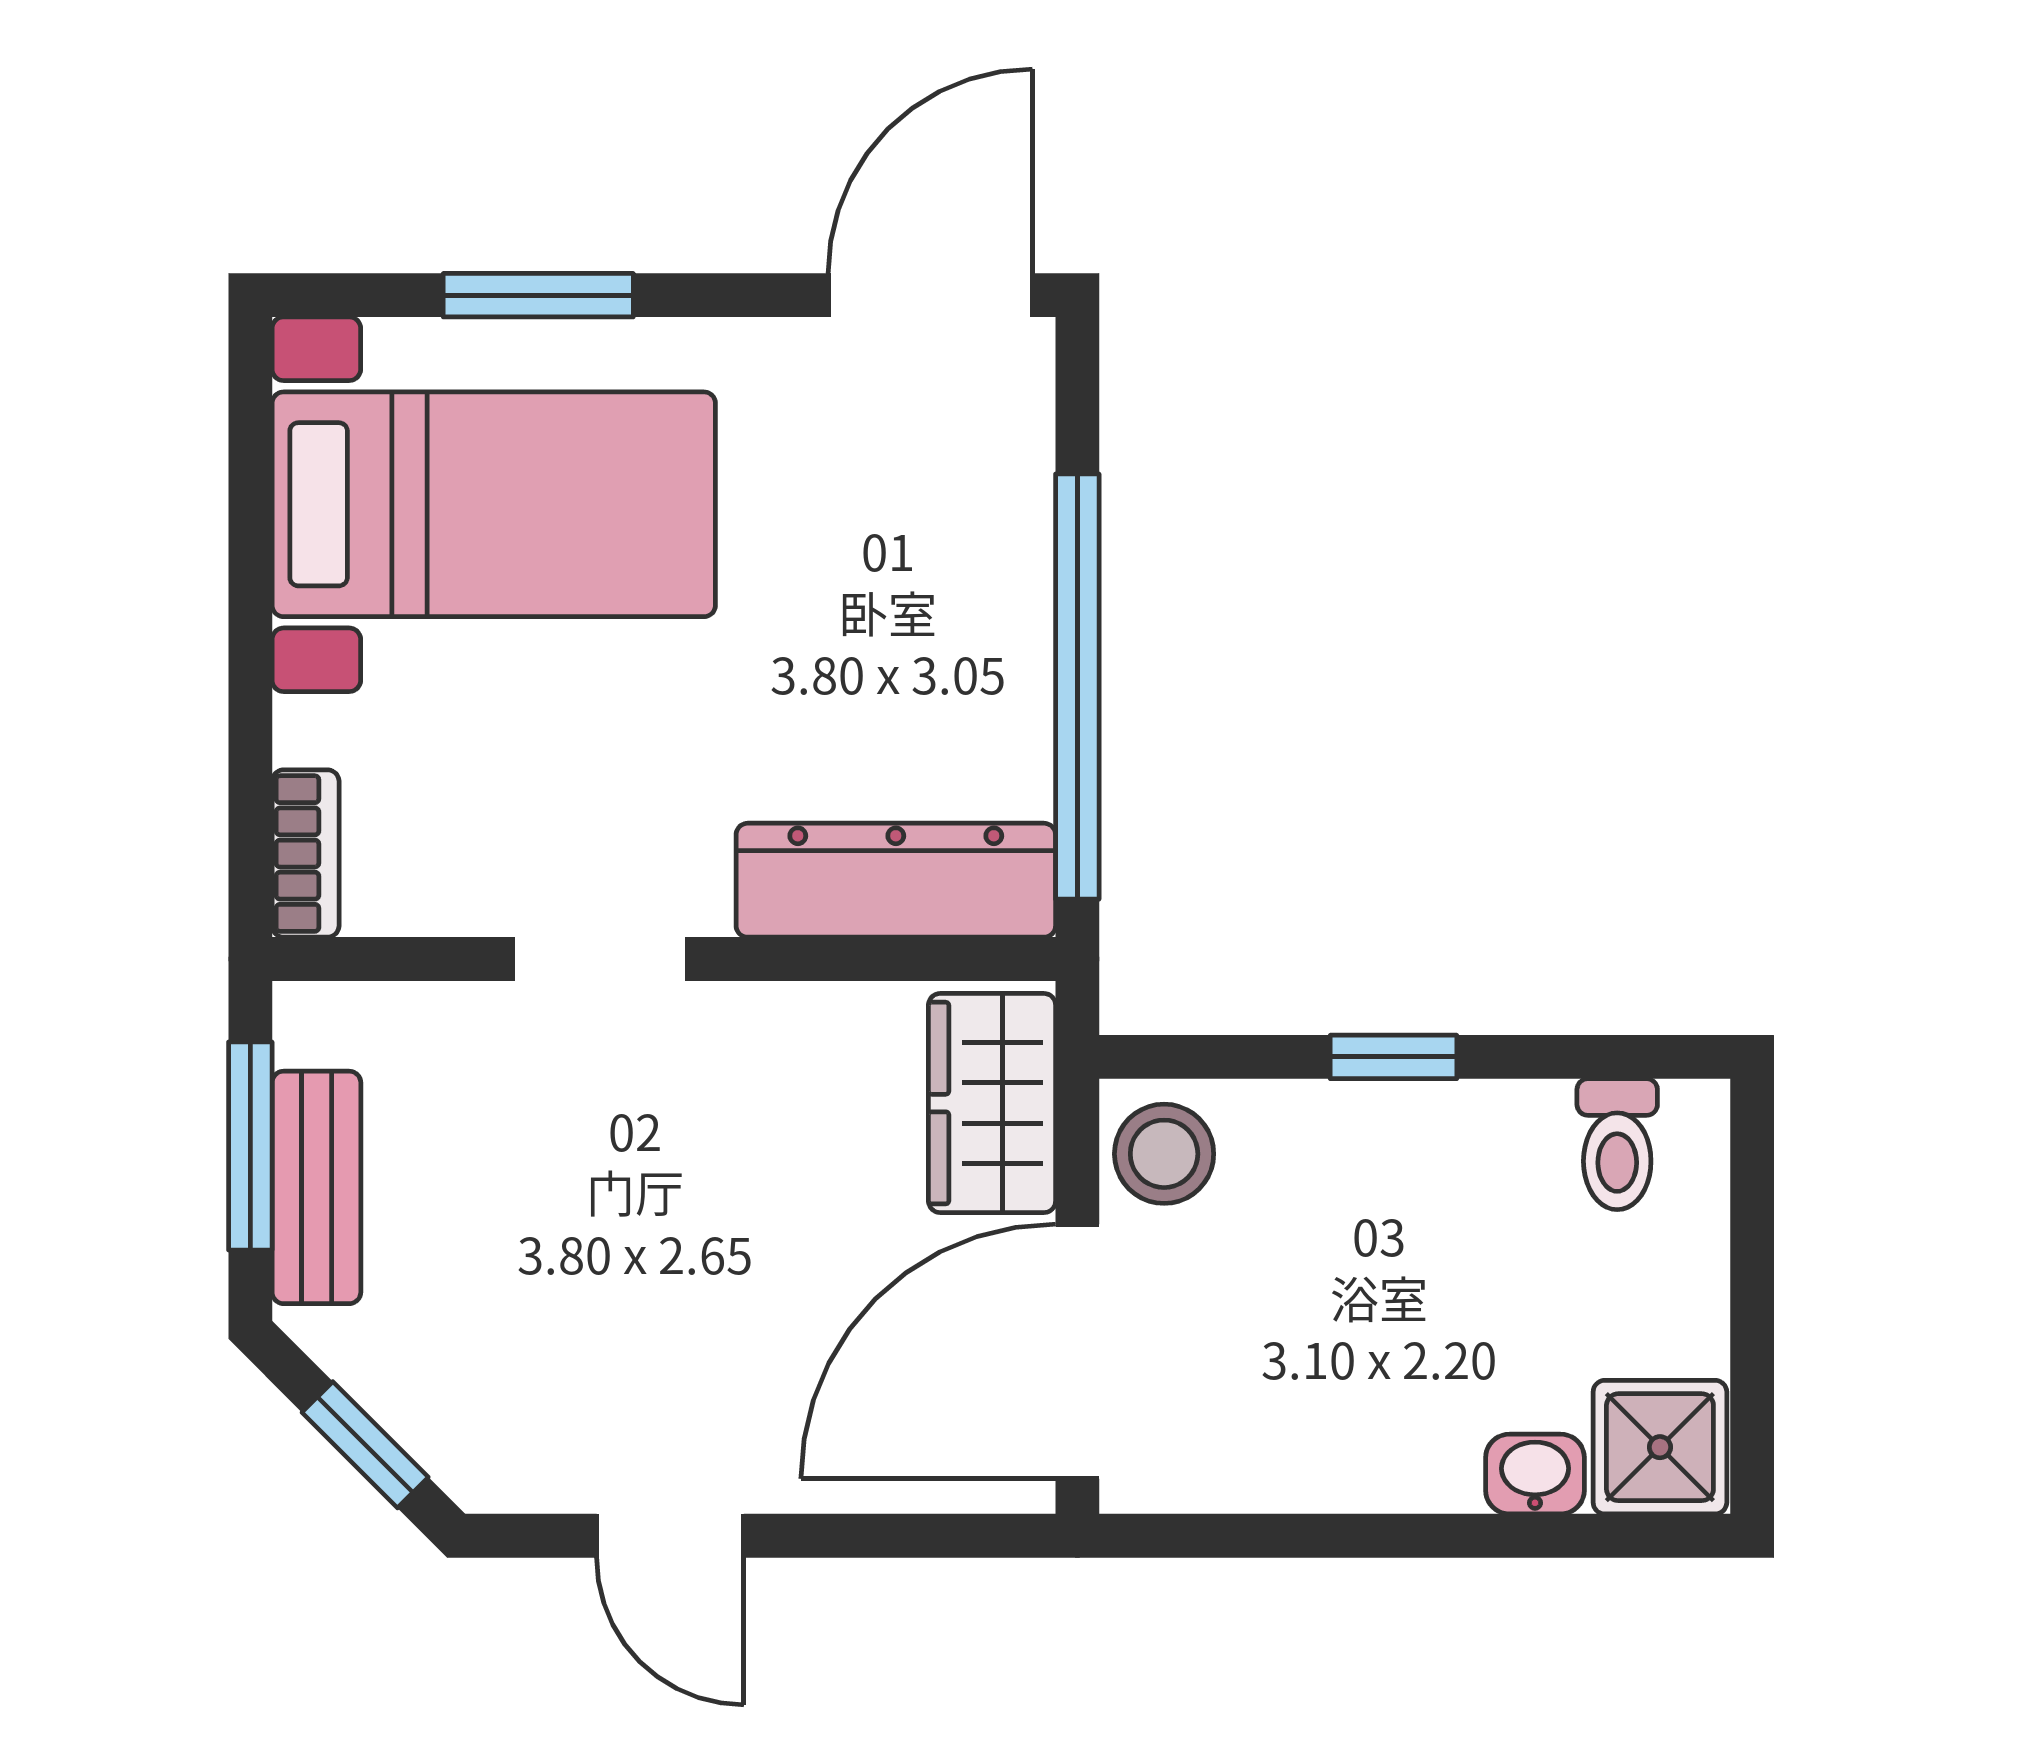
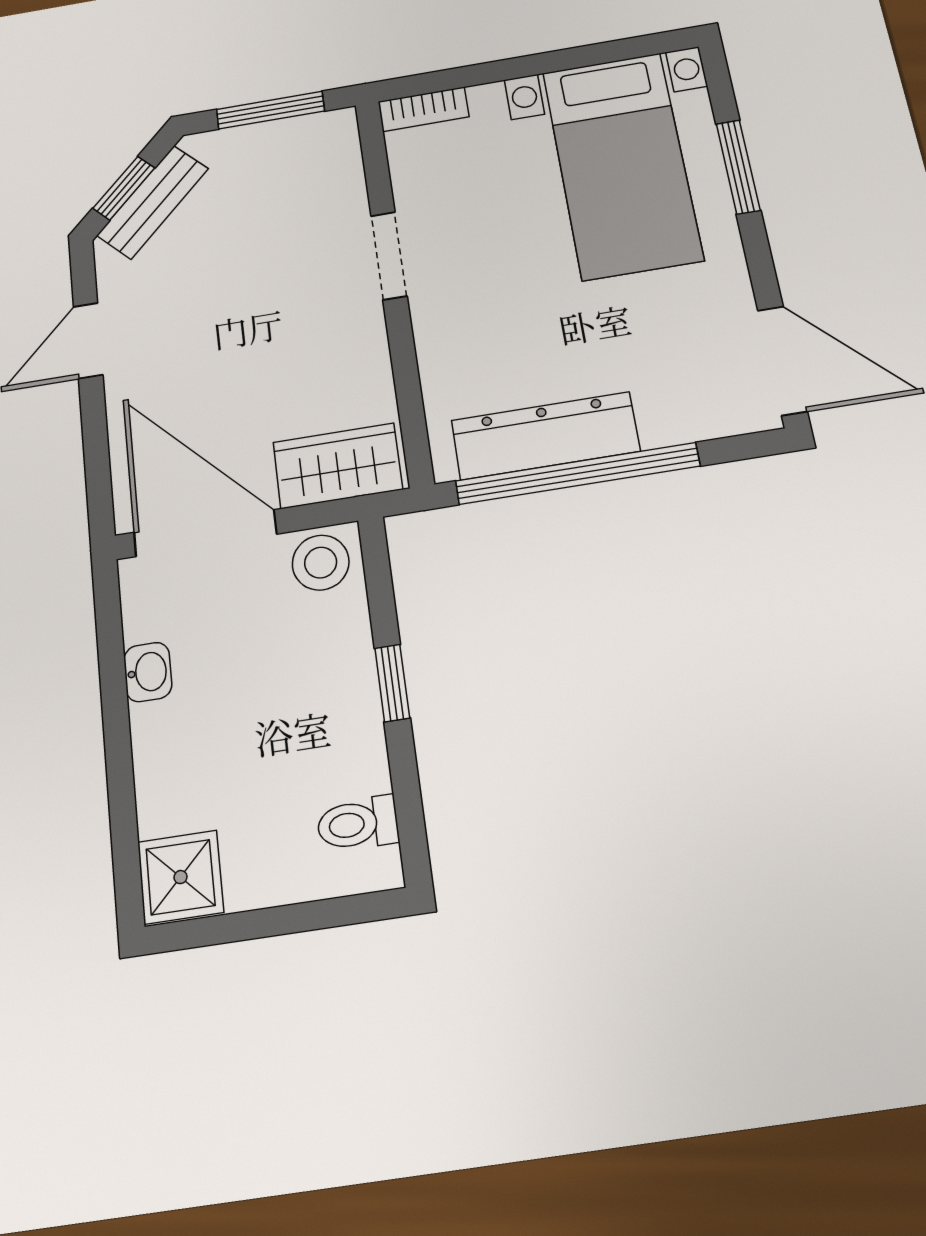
dresser: (896, 880) -> (545, 436), moved, turned -90
bench: (316, 1187) -> (153, 202), moved, turned -45
washbasin: (1535, 1474) -> (148, 672), moved

